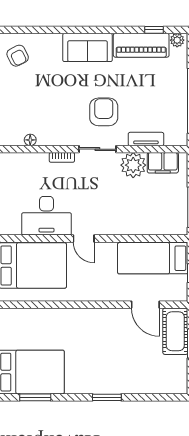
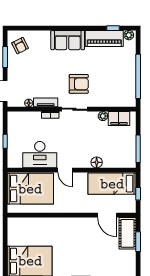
armchair: (104, 112) -> (79, 84), turned 90
tv unit: (146, 139) -> (46, 102), moved
plant: (133, 165) -> (103, 116), width x0.53, depth x0.53
floor lamp: (130, 227) -> (97, 162), added

